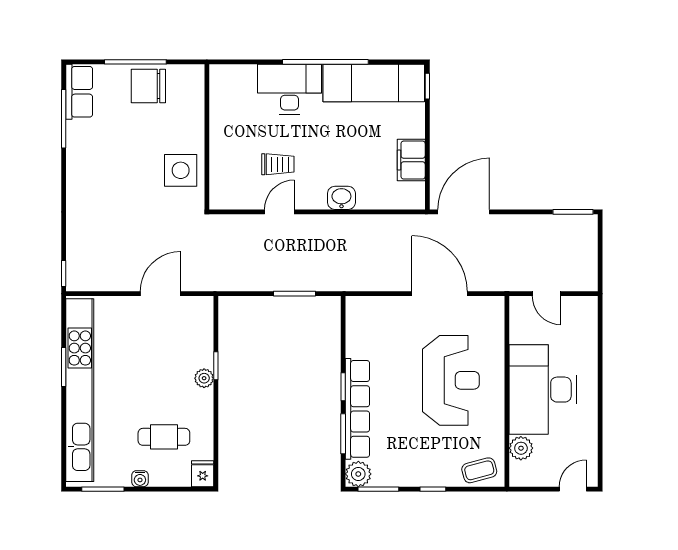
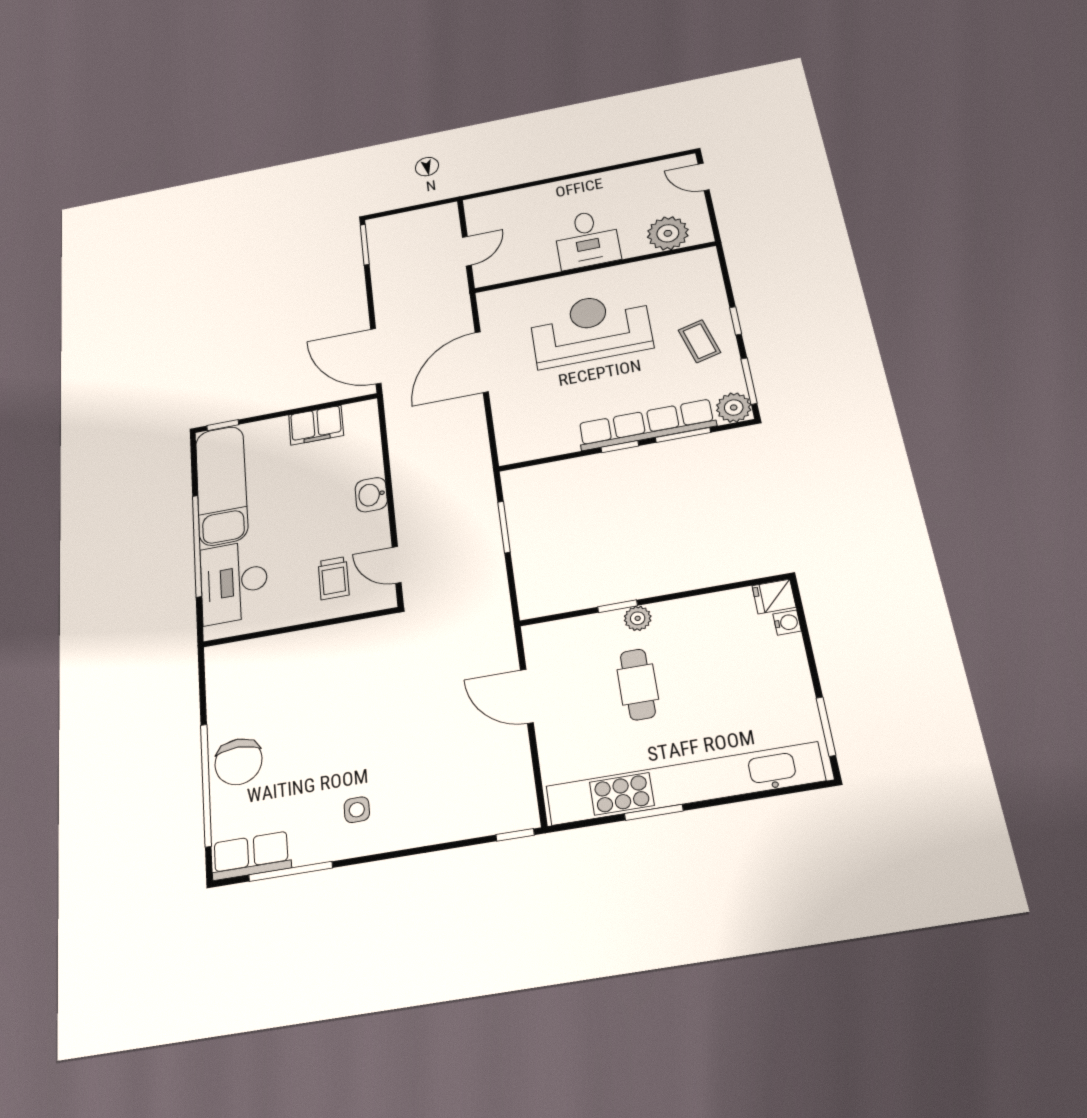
window: (135, 62) -> (206, 785), width x1.46
wall: (207, 137) -> (300, 627), moved
trolley: (278, 164) -> (334, 578), turned 180
side table: (181, 170) -> (357, 810), moved, width x0.54, depth x0.54
desk: (543, 390) -> (587, 239), width x0.53, depth x0.77
cafe table: (164, 437) -> (638, 684), moved
plant: (521, 448) -> (668, 233), width x1.36, depth x1.36
coffee table: (479, 470) -> (699, 341), moved
water cooler: (140, 479) -> (787, 623), moved

